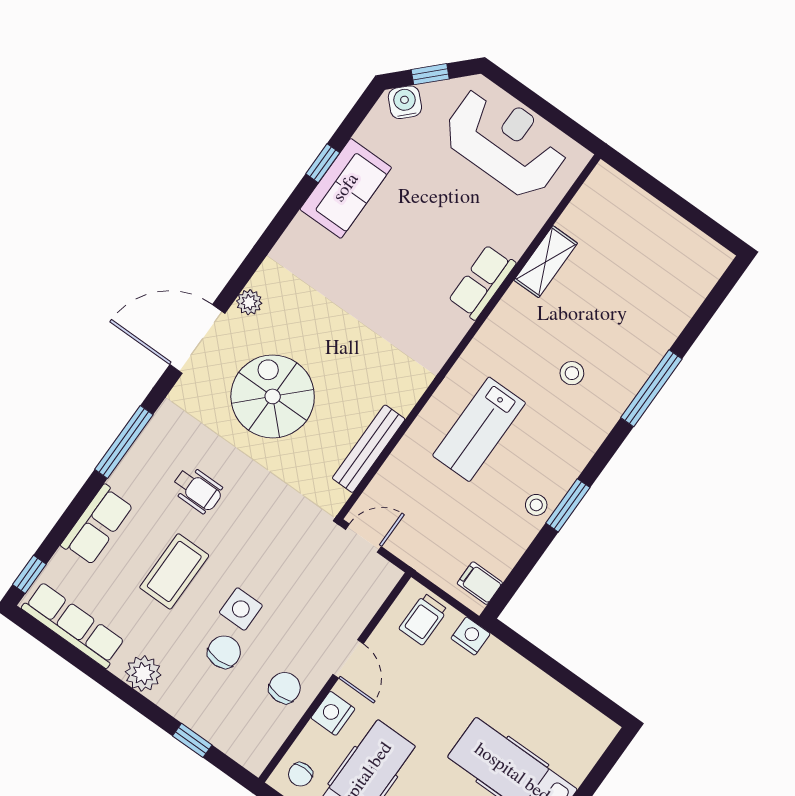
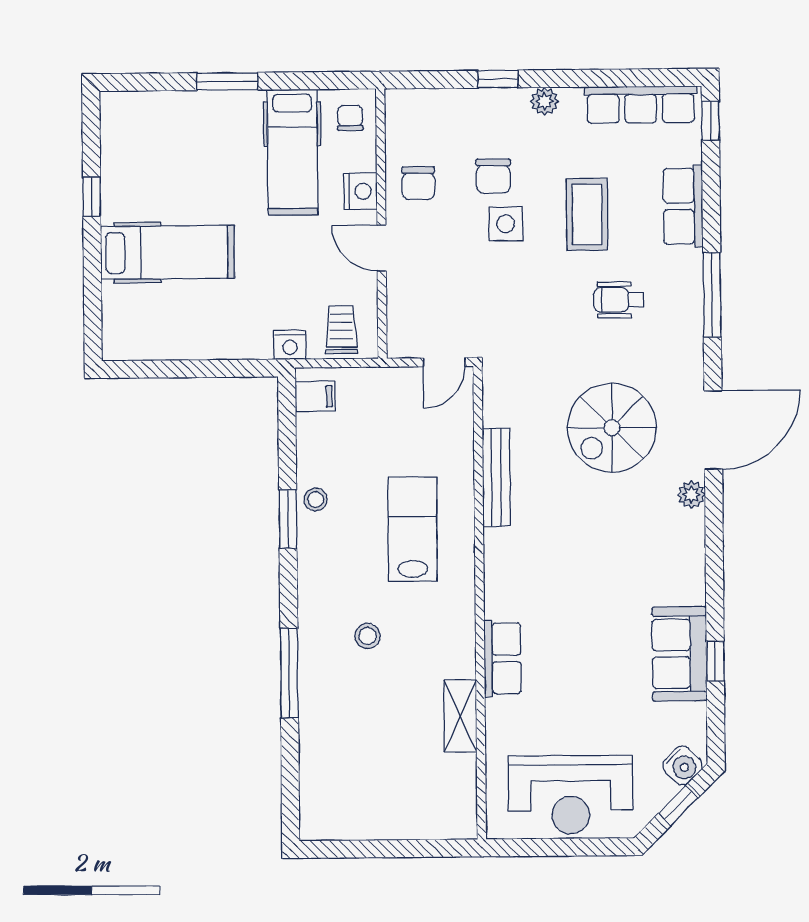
spiral stairs: (273, 396) -> (612, 428), turned 90
bench: (369, 449) -> (496, 477), moved
plant: (143, 673) -> (544, 101), width x0.73, depth x0.73
window: (192, 740) -> (498, 79), moved

